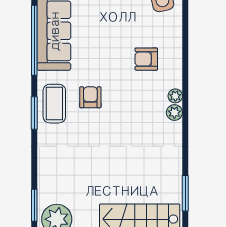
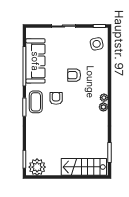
armchair: (146, 59) -> (74, 75), moved

